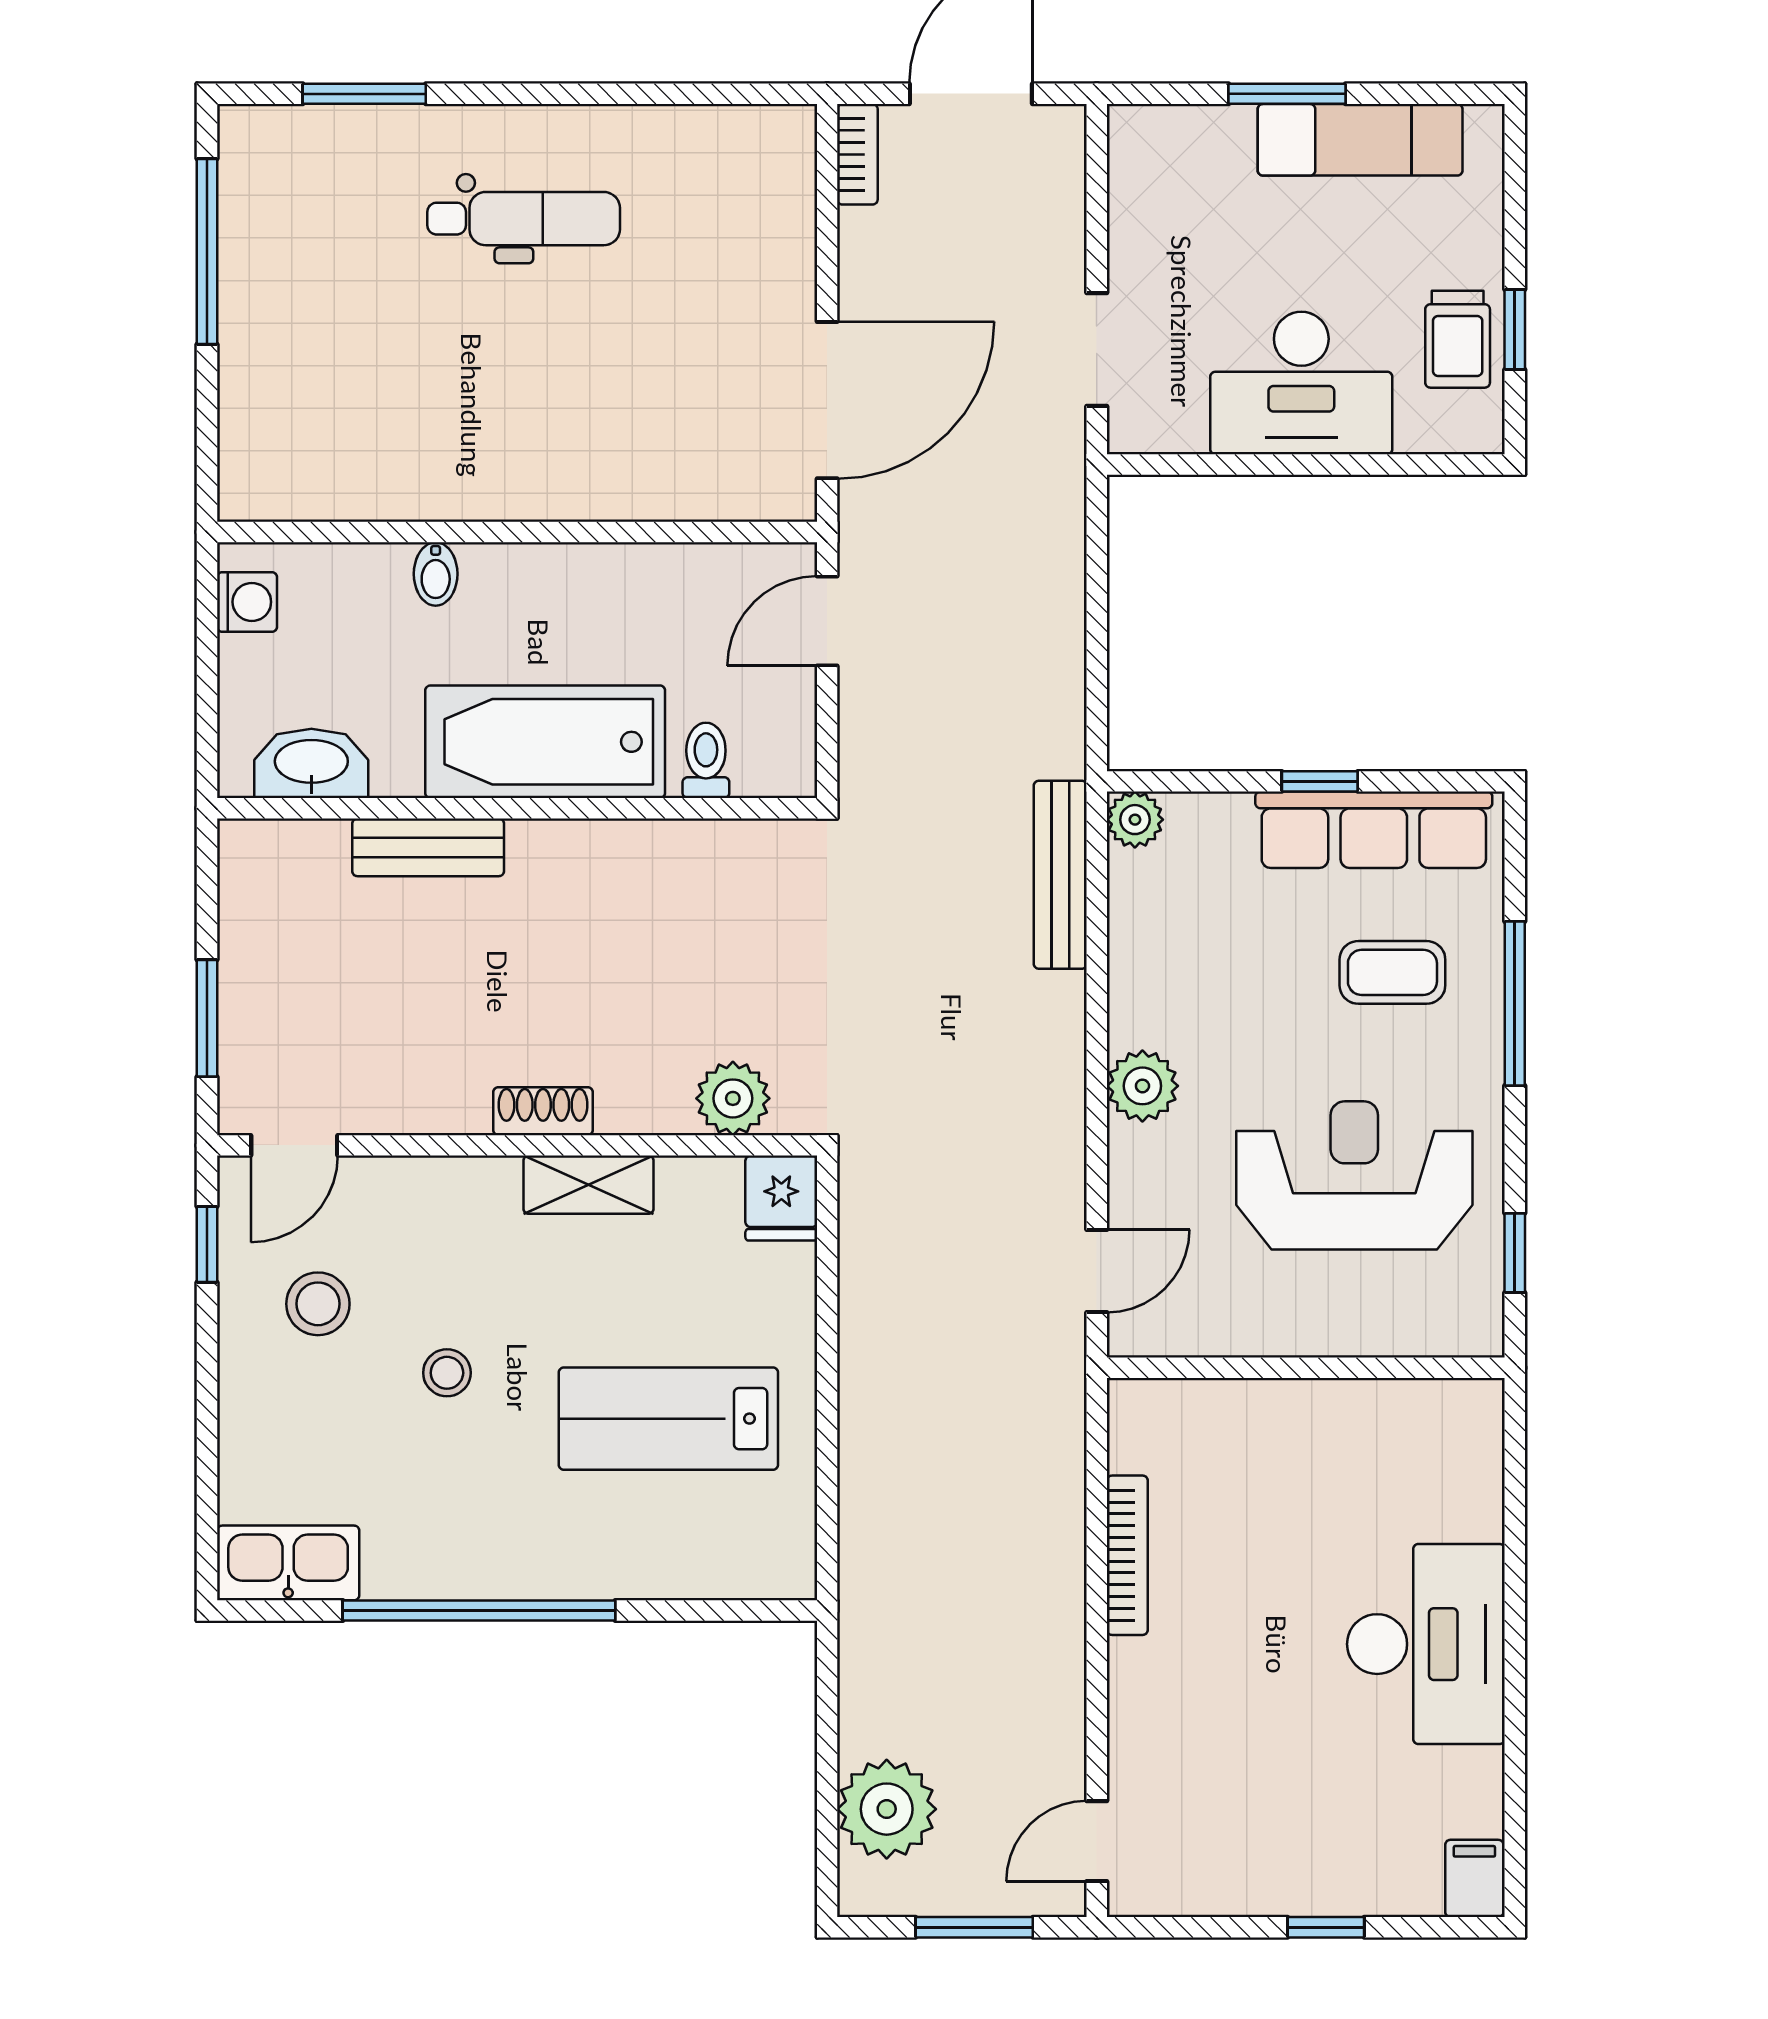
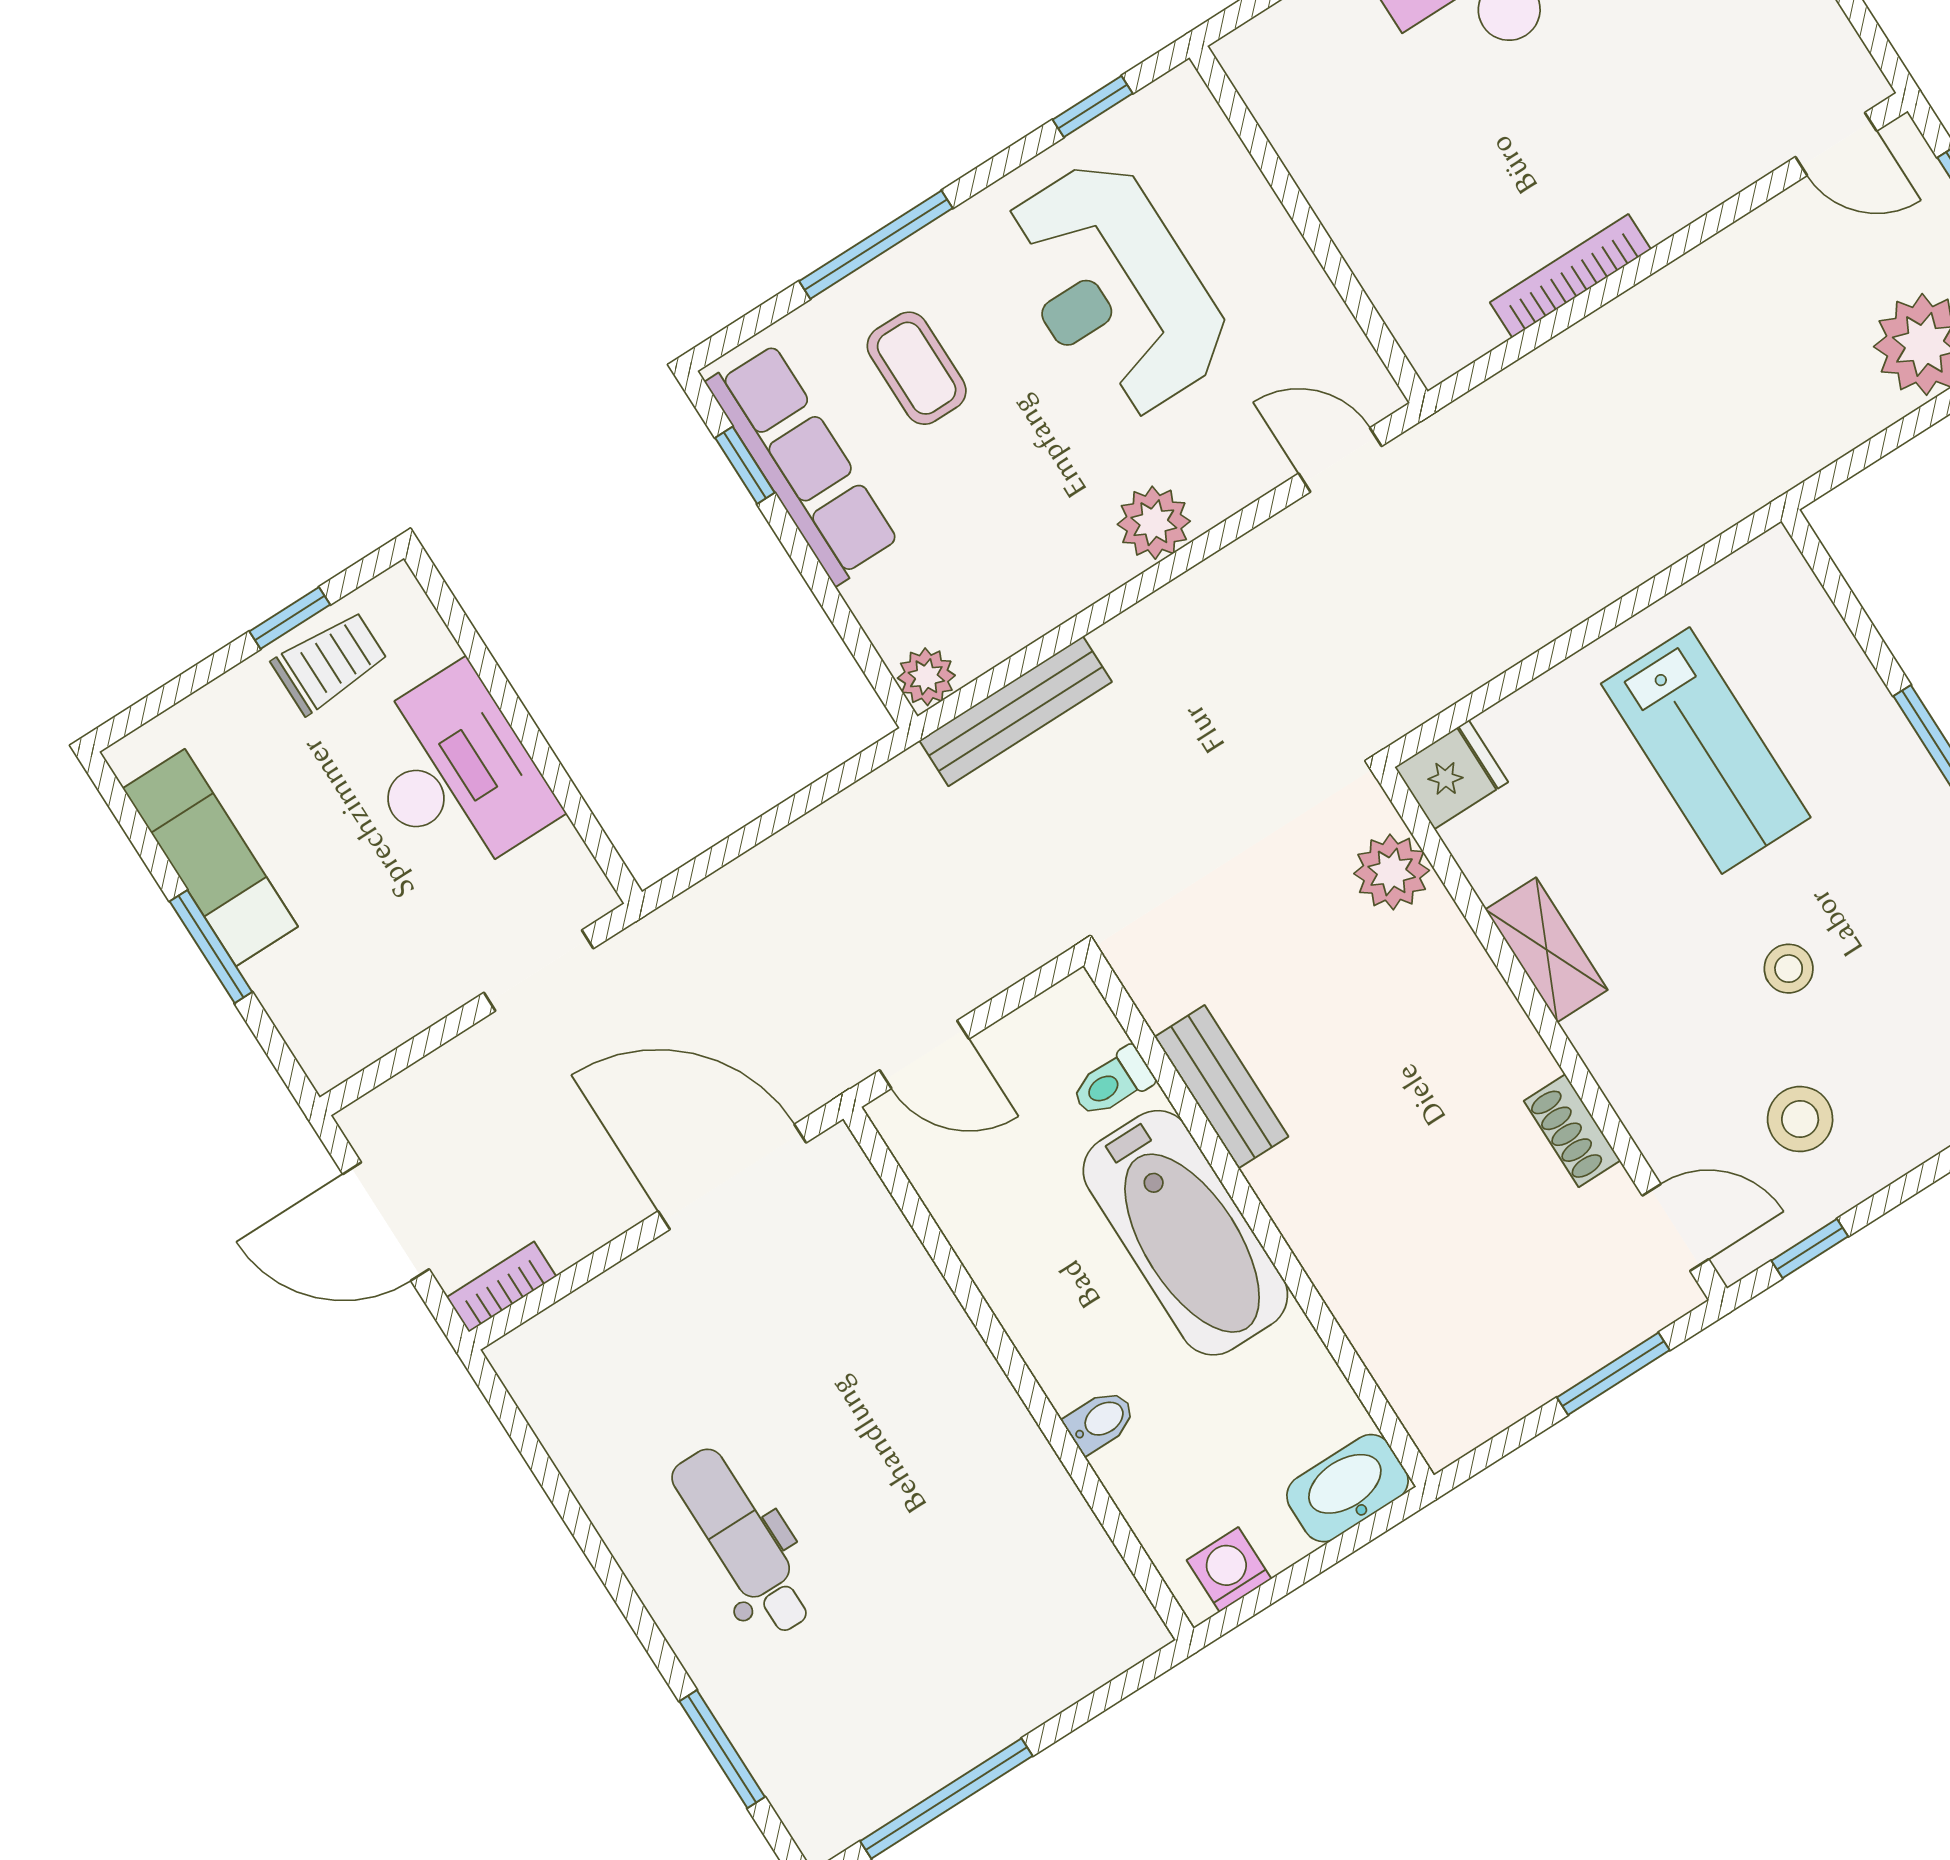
washbasin: (311, 763) -> (1348, 1488), moved, turned 90
window: (1320, 781) -> (745, 465), moved
bench: (428, 847) -> (1221, 1087), moved
shoe rack: (543, 1111) -> (1572, 1131), moved

